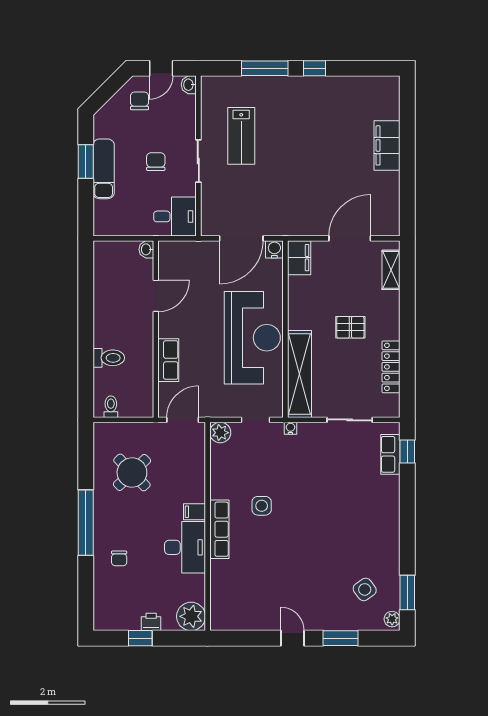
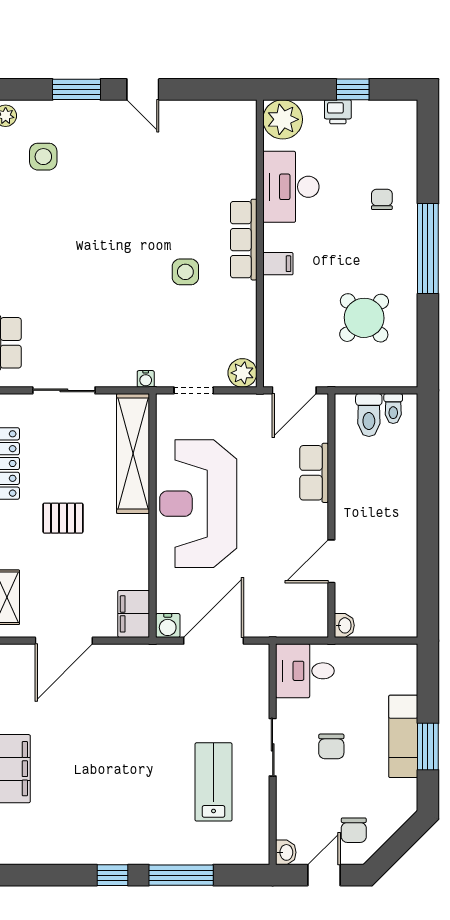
toilet: (109, 358) -> (369, 415), moved, turned -90
desk: (185, 547) -> (291, 187), moved
side table: (365, 589) -> (43, 157), turned 36

